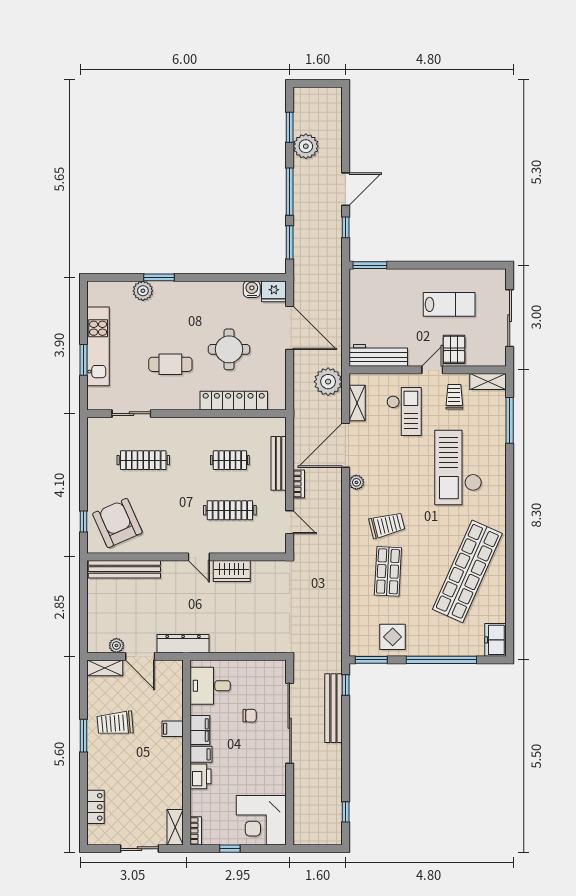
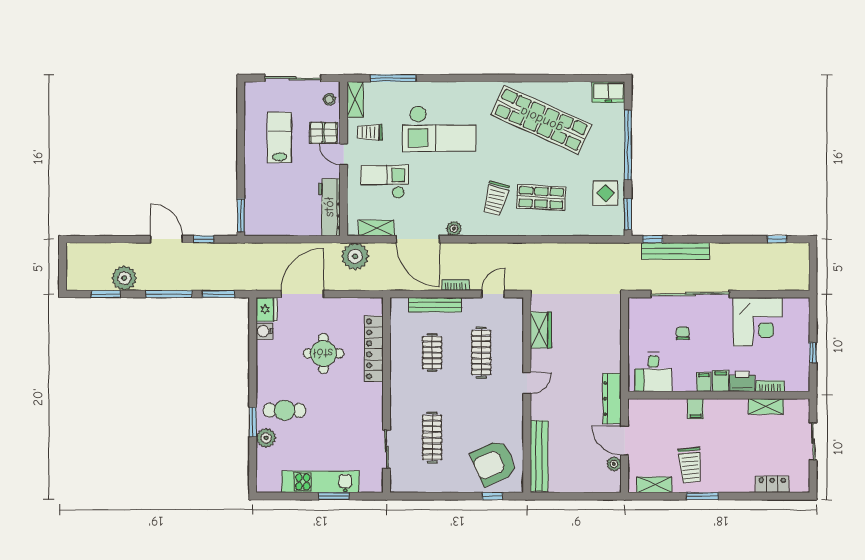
stool: (488, 355) -> (329, 99), added
cafe table: (170, 364) -> (285, 410), moved, turned 90
trolley: (387, 525) -> (496, 199), turned -151
wardrobe: (232, 571) -> (541, 330), moved
door: (140, 656) -> (625, 441), swing flipped
shelving: (105, 668) -> (654, 485), moved, turned 90
filing cabinet: (200, 730) -> (704, 382), width x0.50
corner desk: (261, 820) -> (758, 322), moved
shelving: (175, 827) -> (766, 406), moved
bookcase: (196, 831) -> (770, 386), moved

